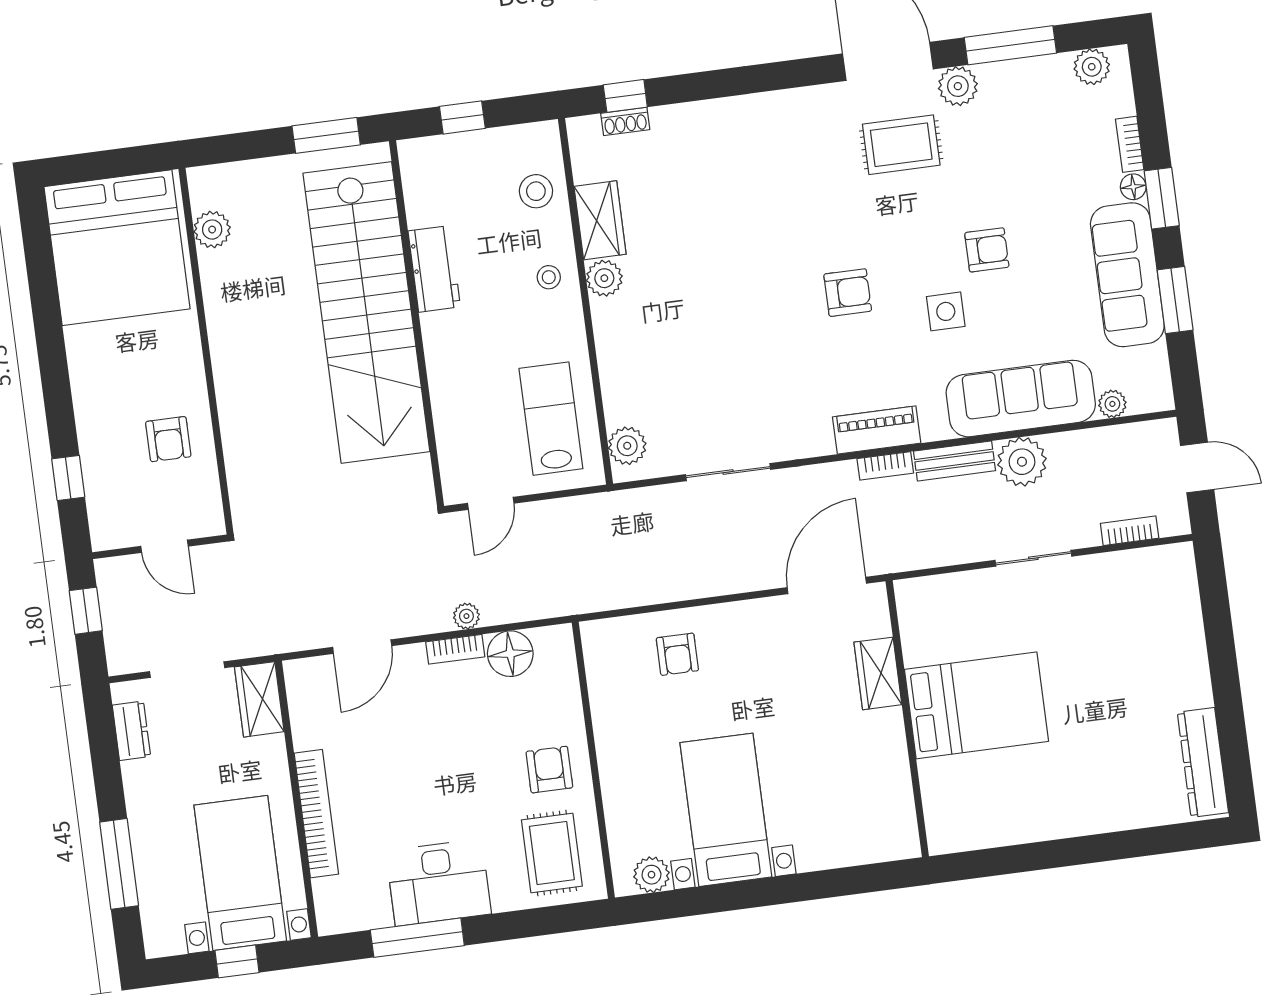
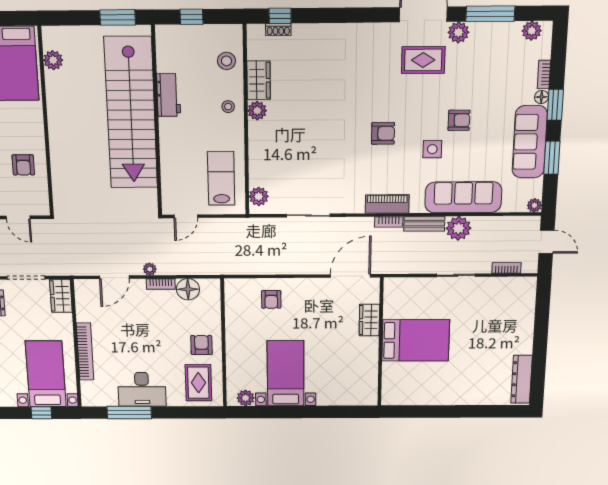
plant: (1112, 404) -> (534, 205), moved
plant: (466, 616) -> (150, 269), moved

